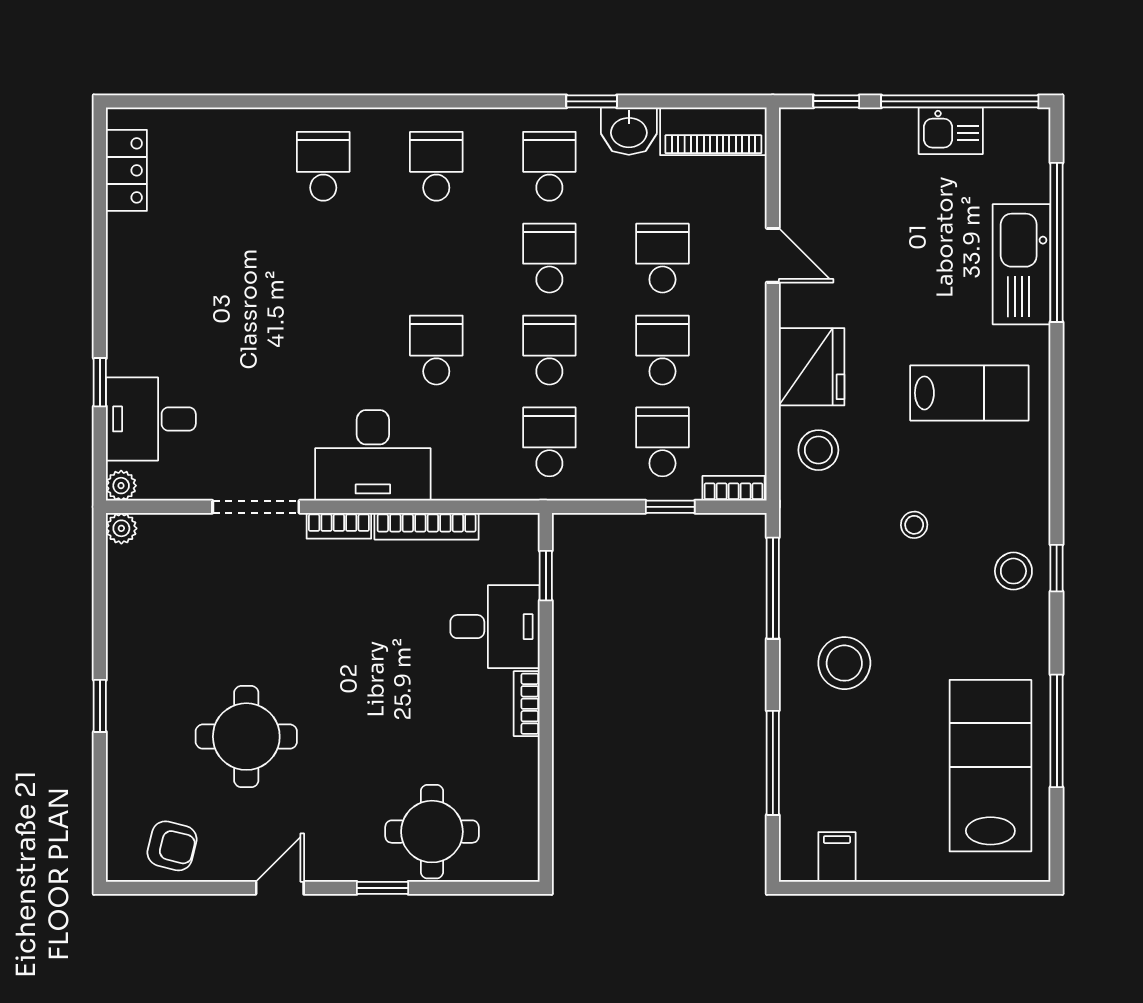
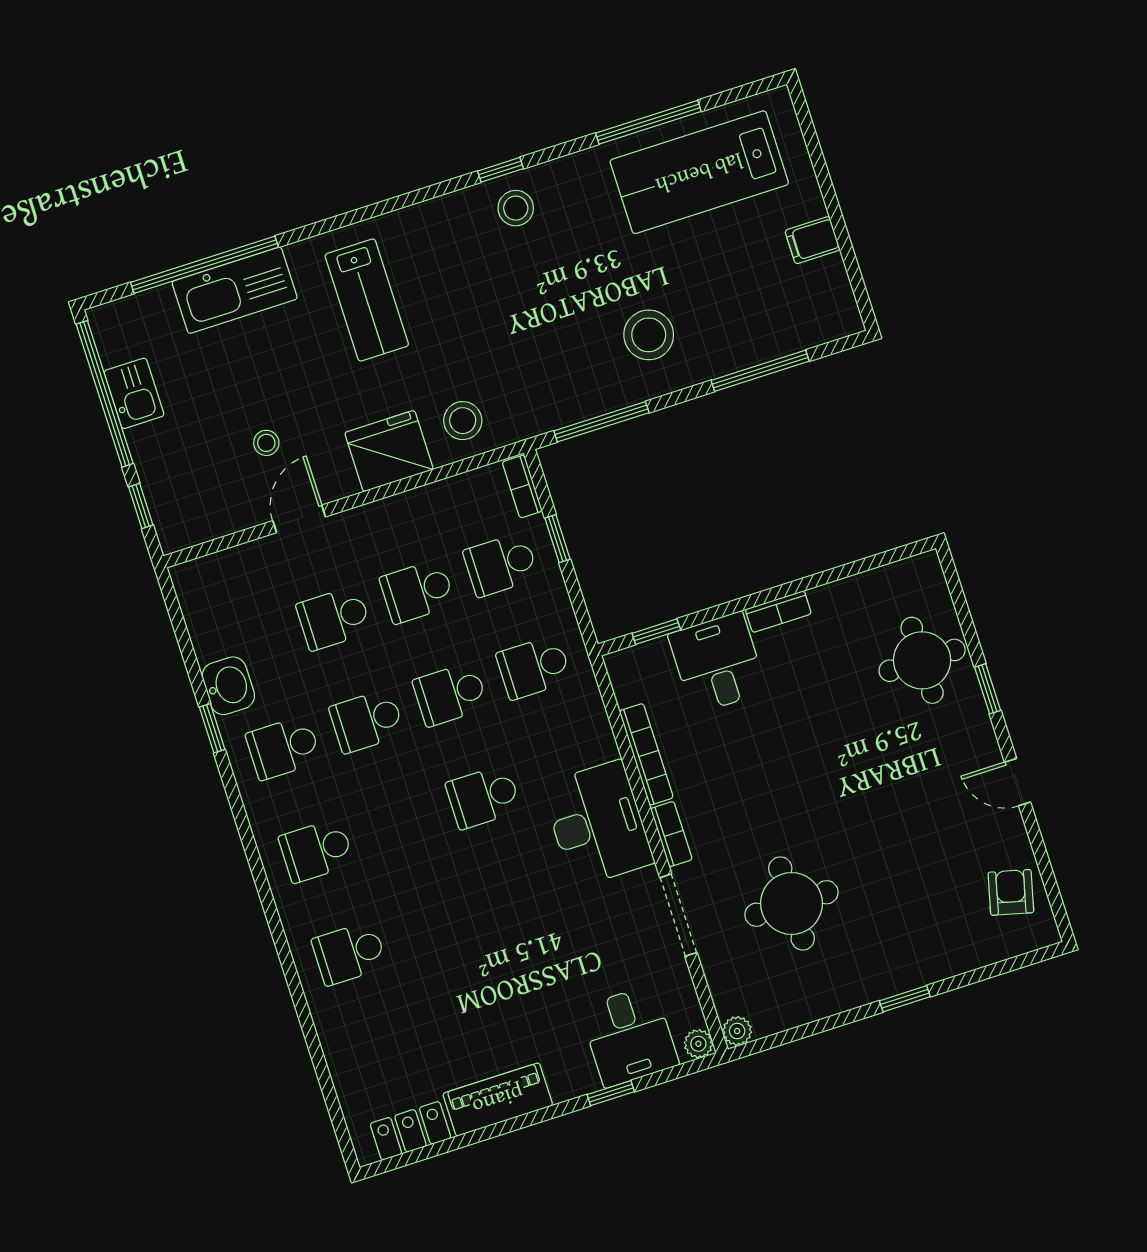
piano: (713, 131) -> (498, 1099), moved, turned -90
lab bench: (969, 393) -> (367, 300), turned 180
stool: (914, 525) -> (266, 443), moved
round table: (246, 737) -> (791, 903), moved
filing cabinet: (837, 857) -> (813, 240), moved

